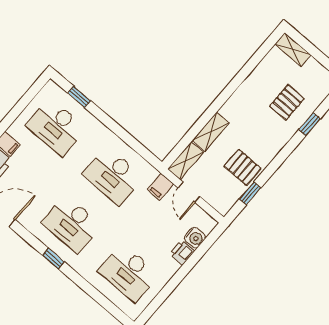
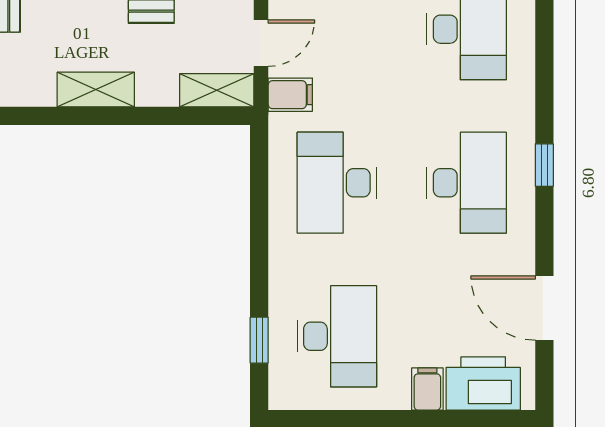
shelving: (211, 132) -> (96, 90), moved
desk: (113, 176) -> (337, 183), turned 180

